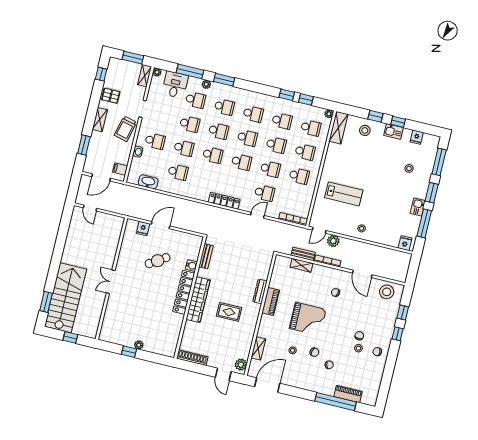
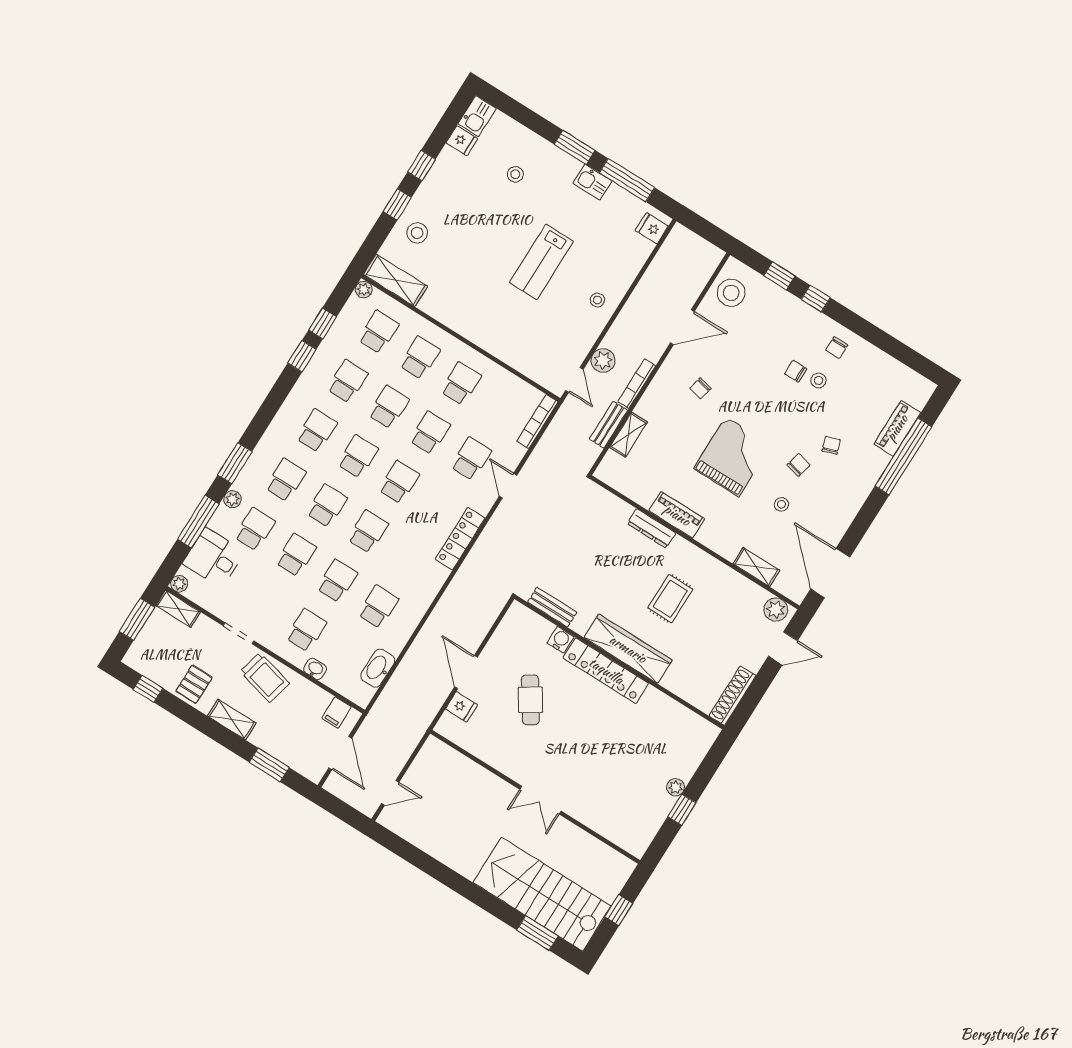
kitchen sink: (393, 132) -> (477, 116), moved
window: (439, 162) -> (522, 114), removed
lab bench: (344, 194) -> (542, 262), moved, turned 180

